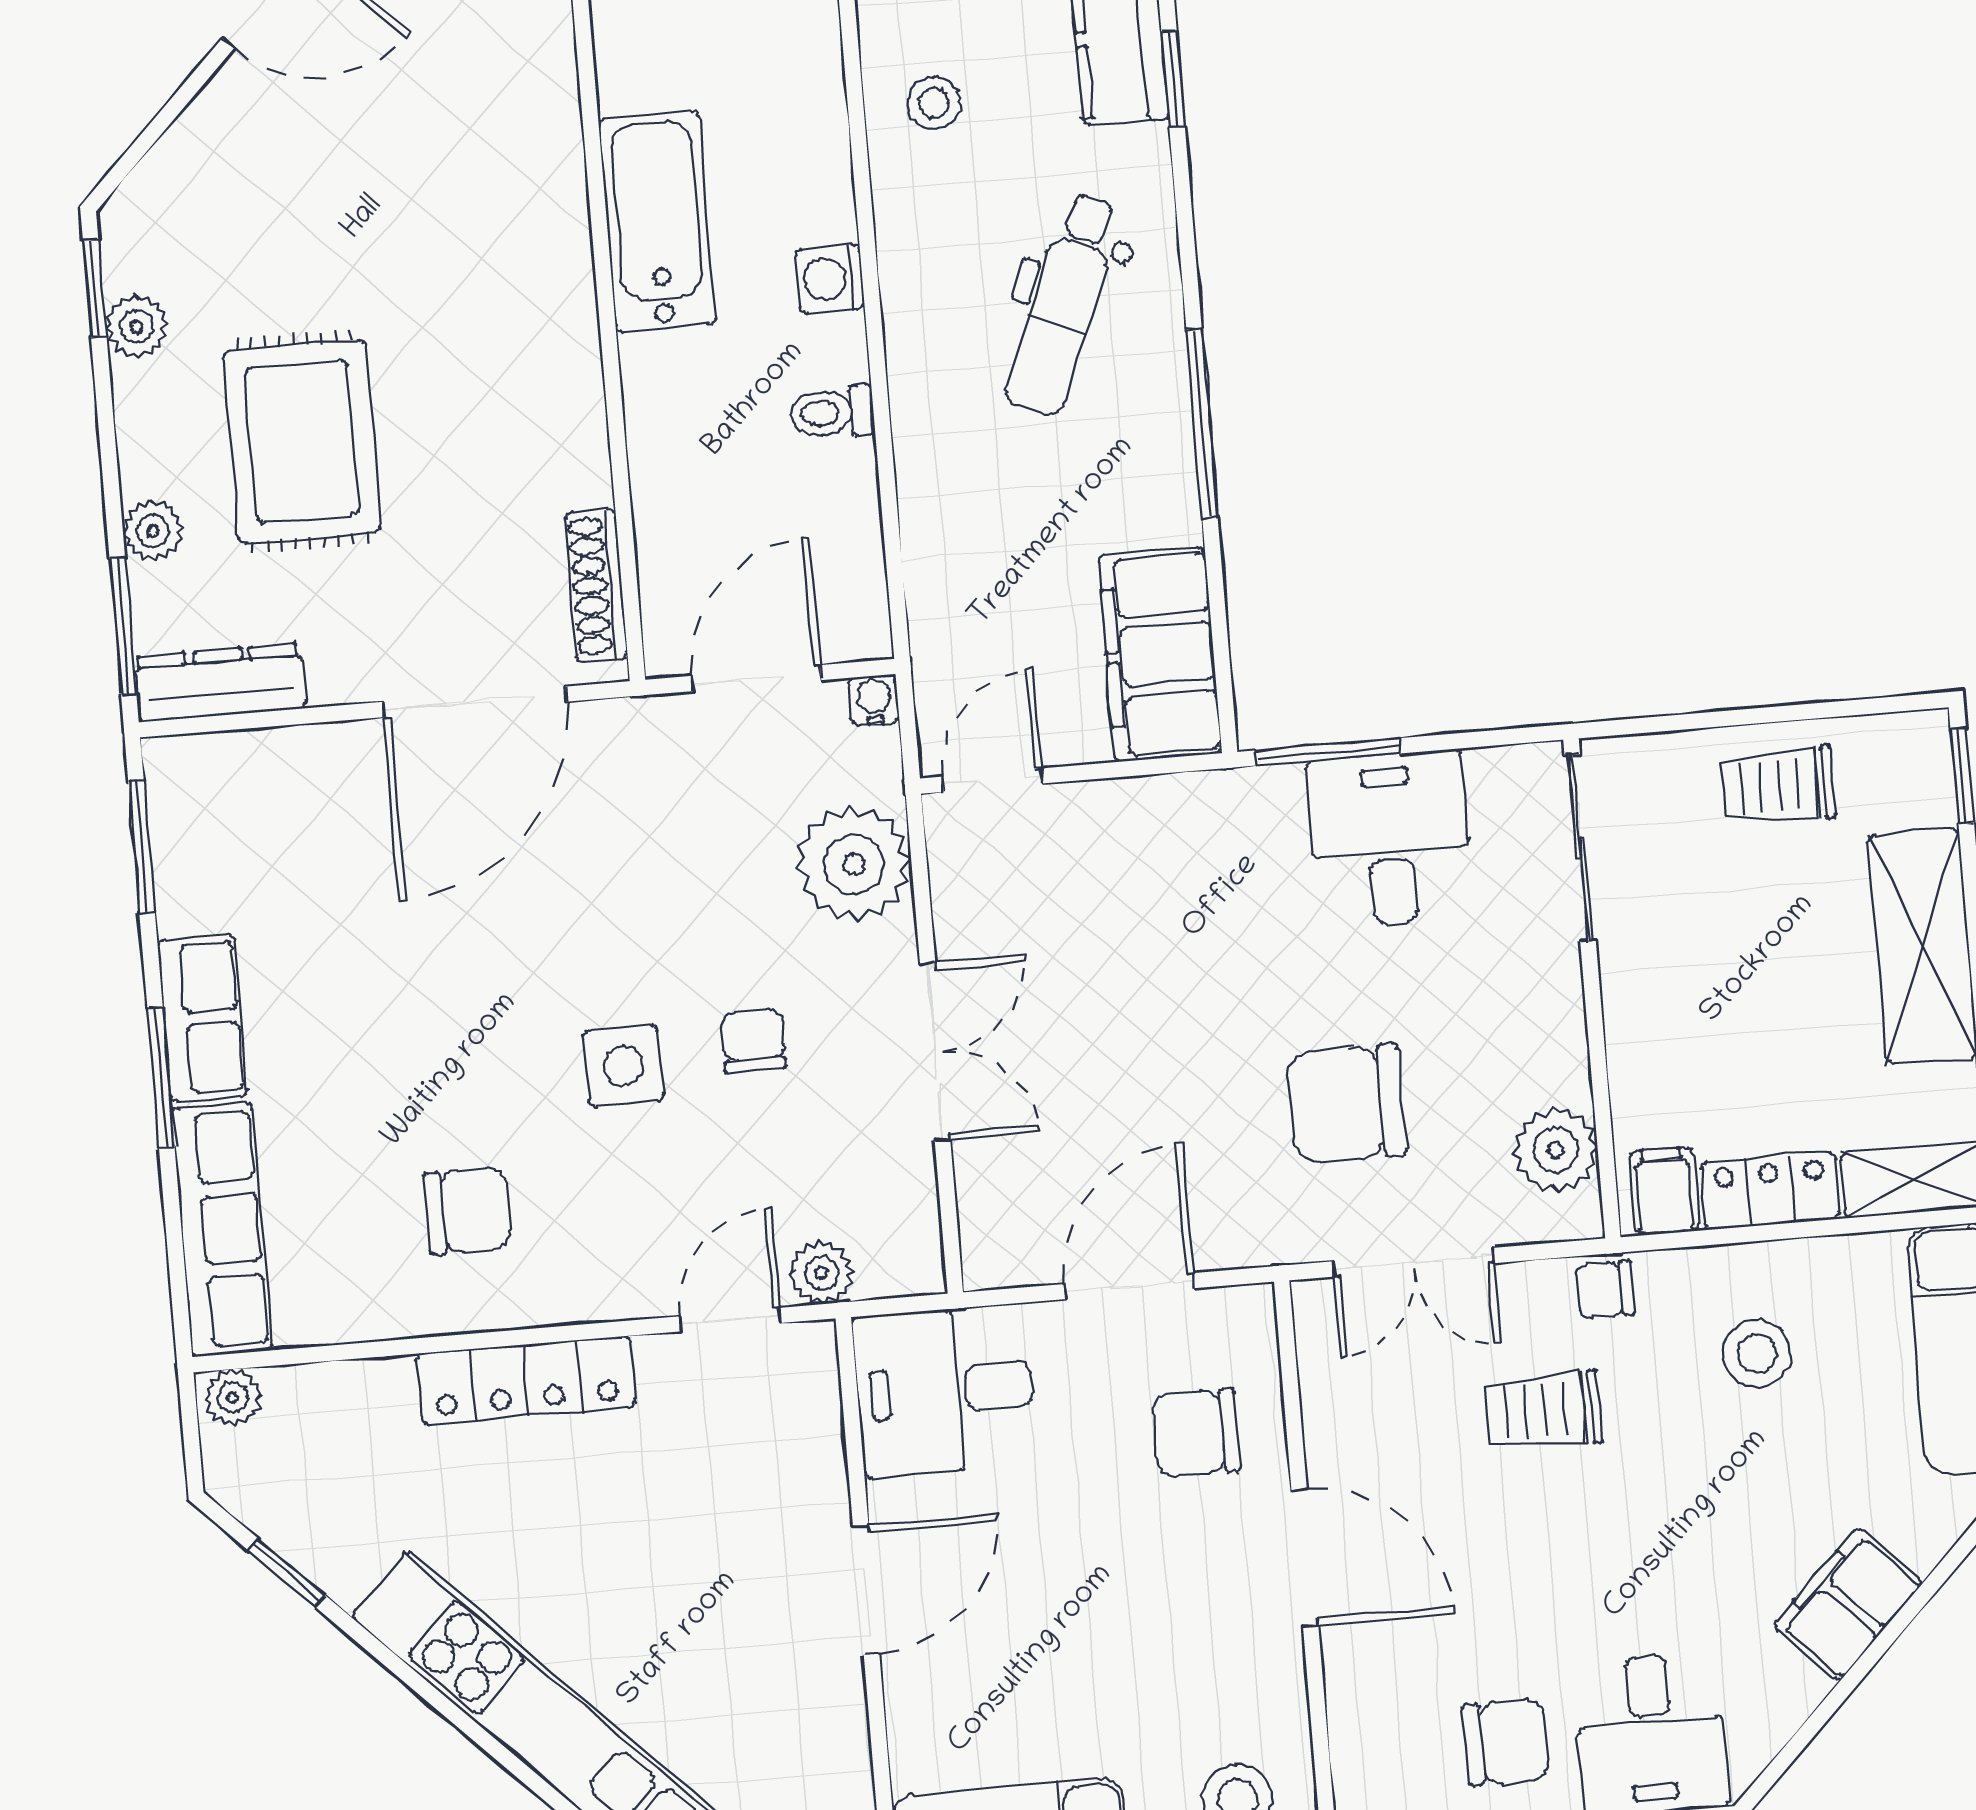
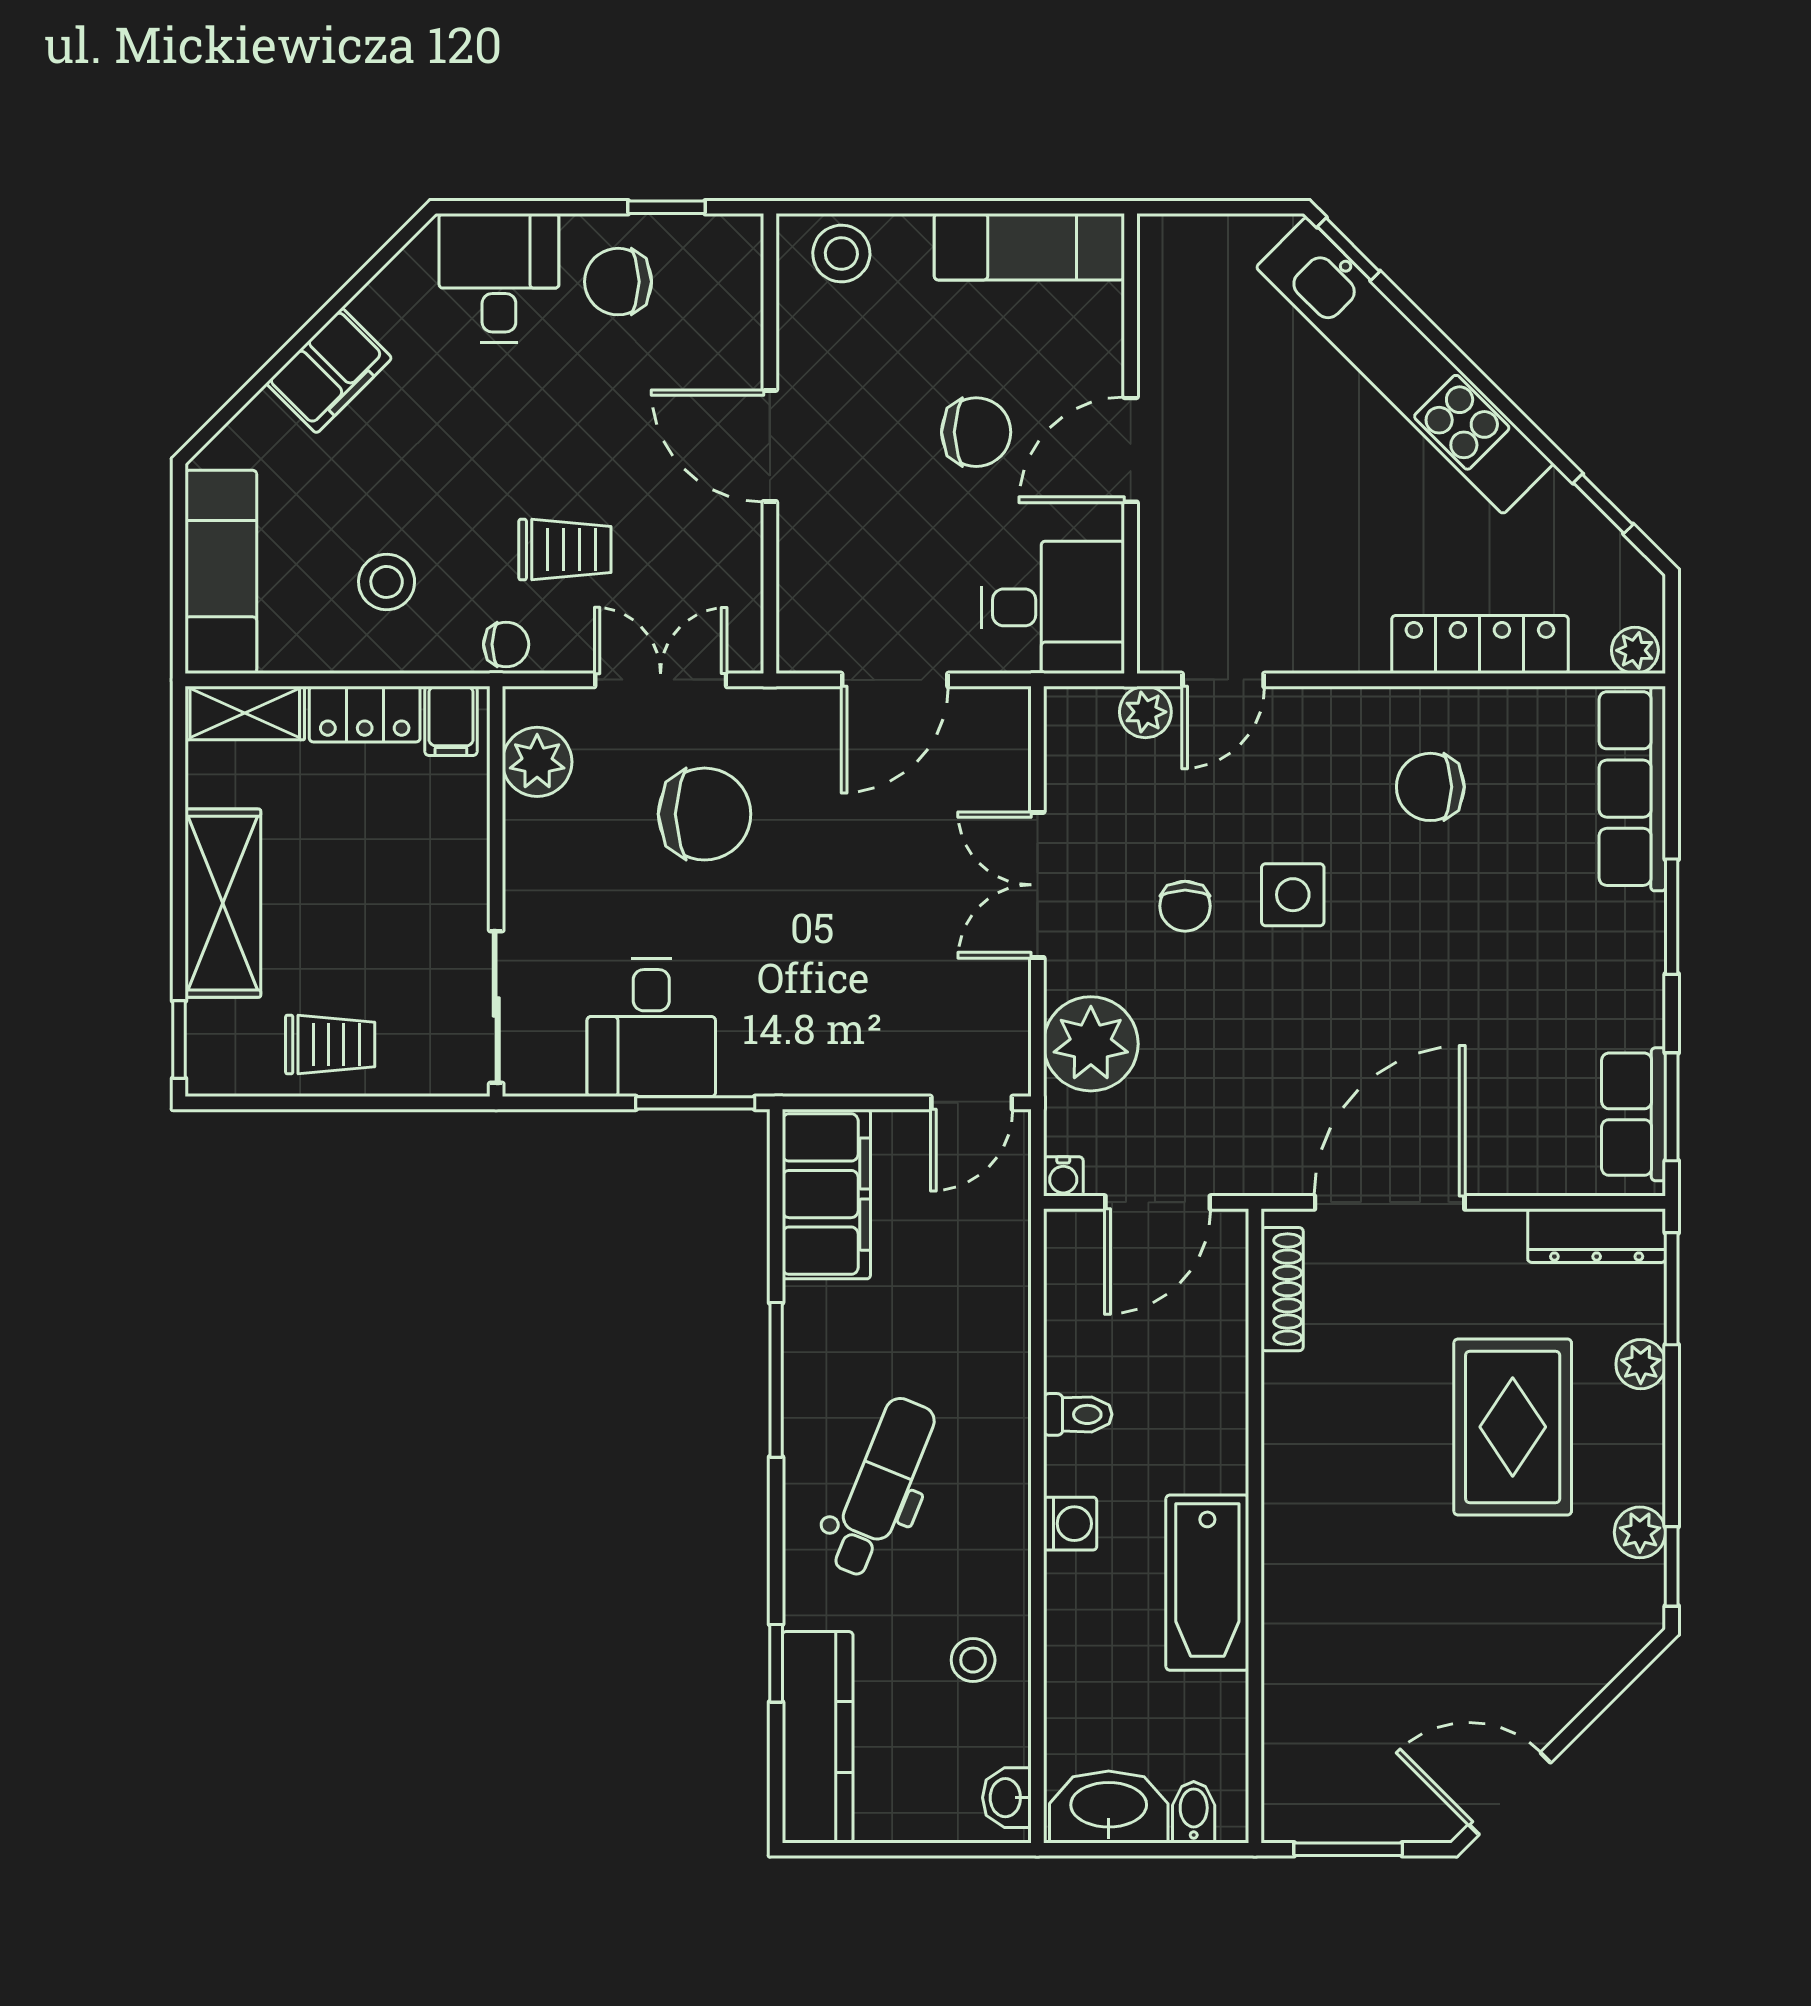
row of seats: (203, 1018) -> (1634, 1114), moved
locker: (526, 1380) -> (1480, 645), moved
chair: (1196, 1433) -> (976, 432), moved

